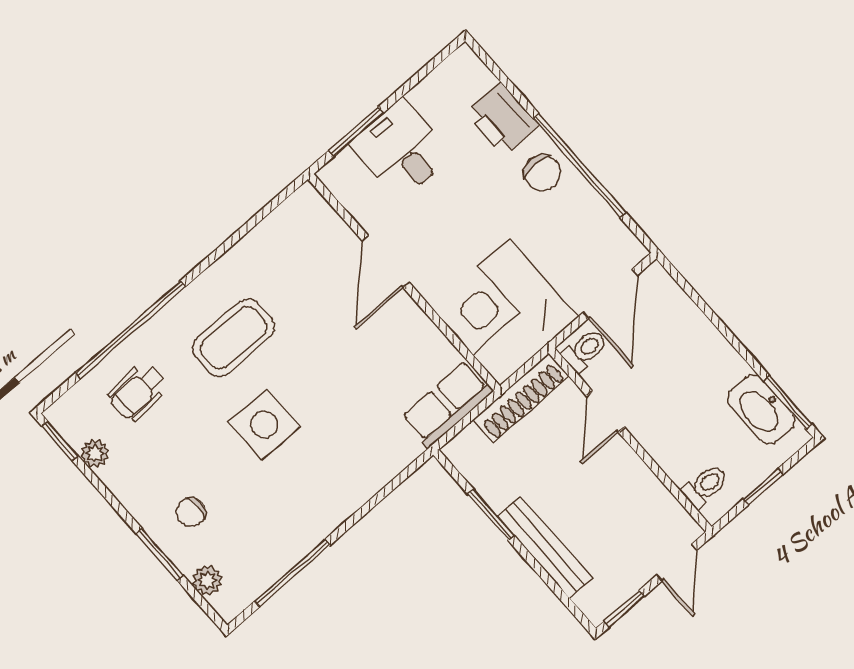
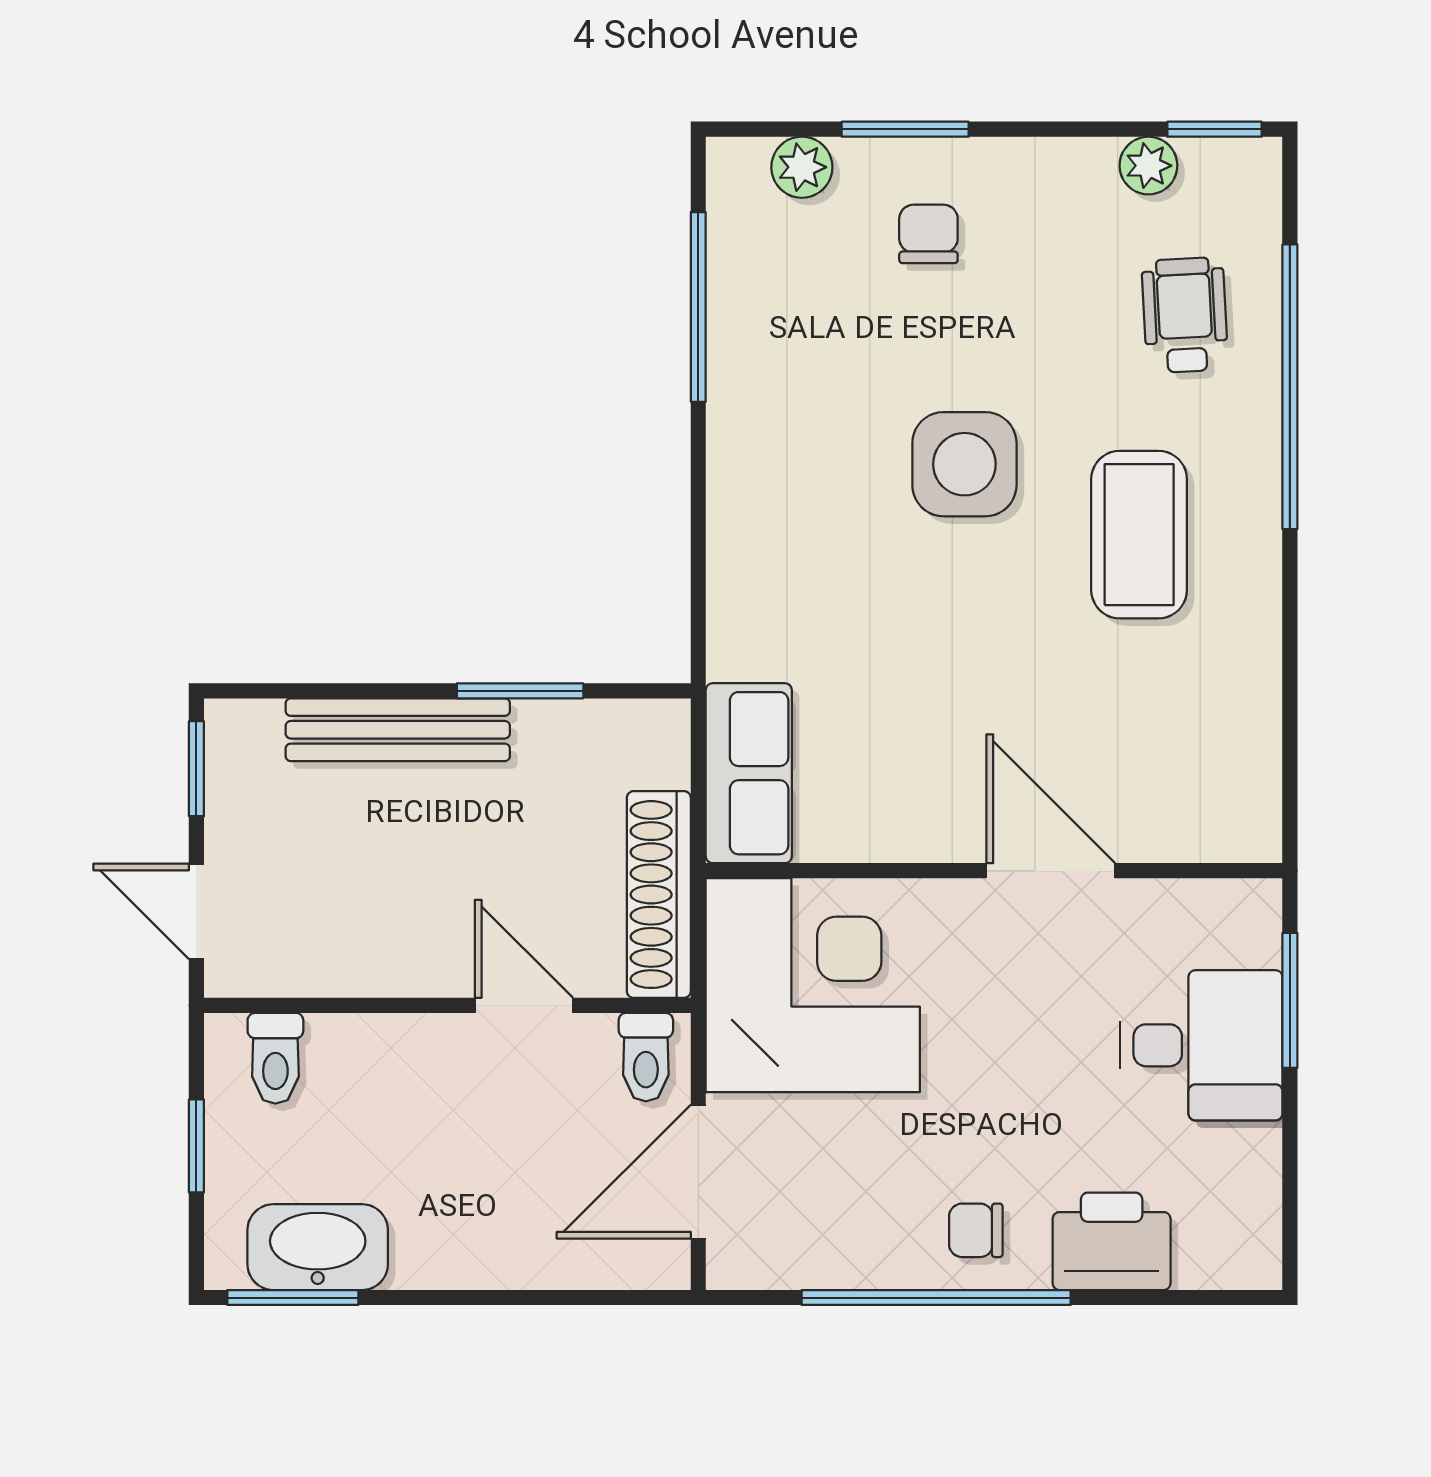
chair: (542, 173) -> (976, 1230), width x0.73, depth x0.73
door: (610, 294) -> (698, 1172), hinge flipped

